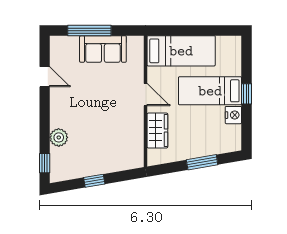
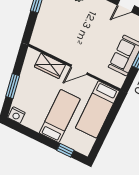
window: (246, 94) -> (65, 150), moved
nightstand: (233, 115) -> (17, 115), moved

